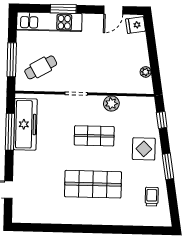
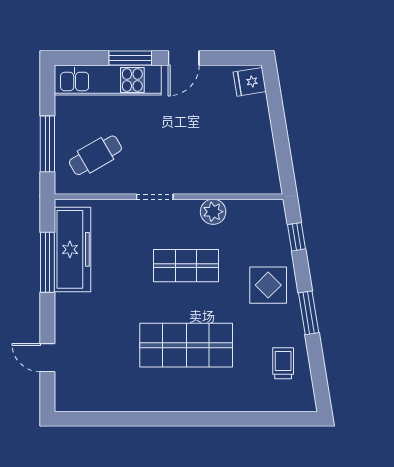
door: (113, 10) -> (184, 58), moved
plant: (146, 72) -> (268, 159), removed

